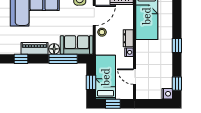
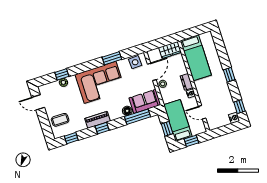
piano: (34, 48) -> (97, 120), moved

